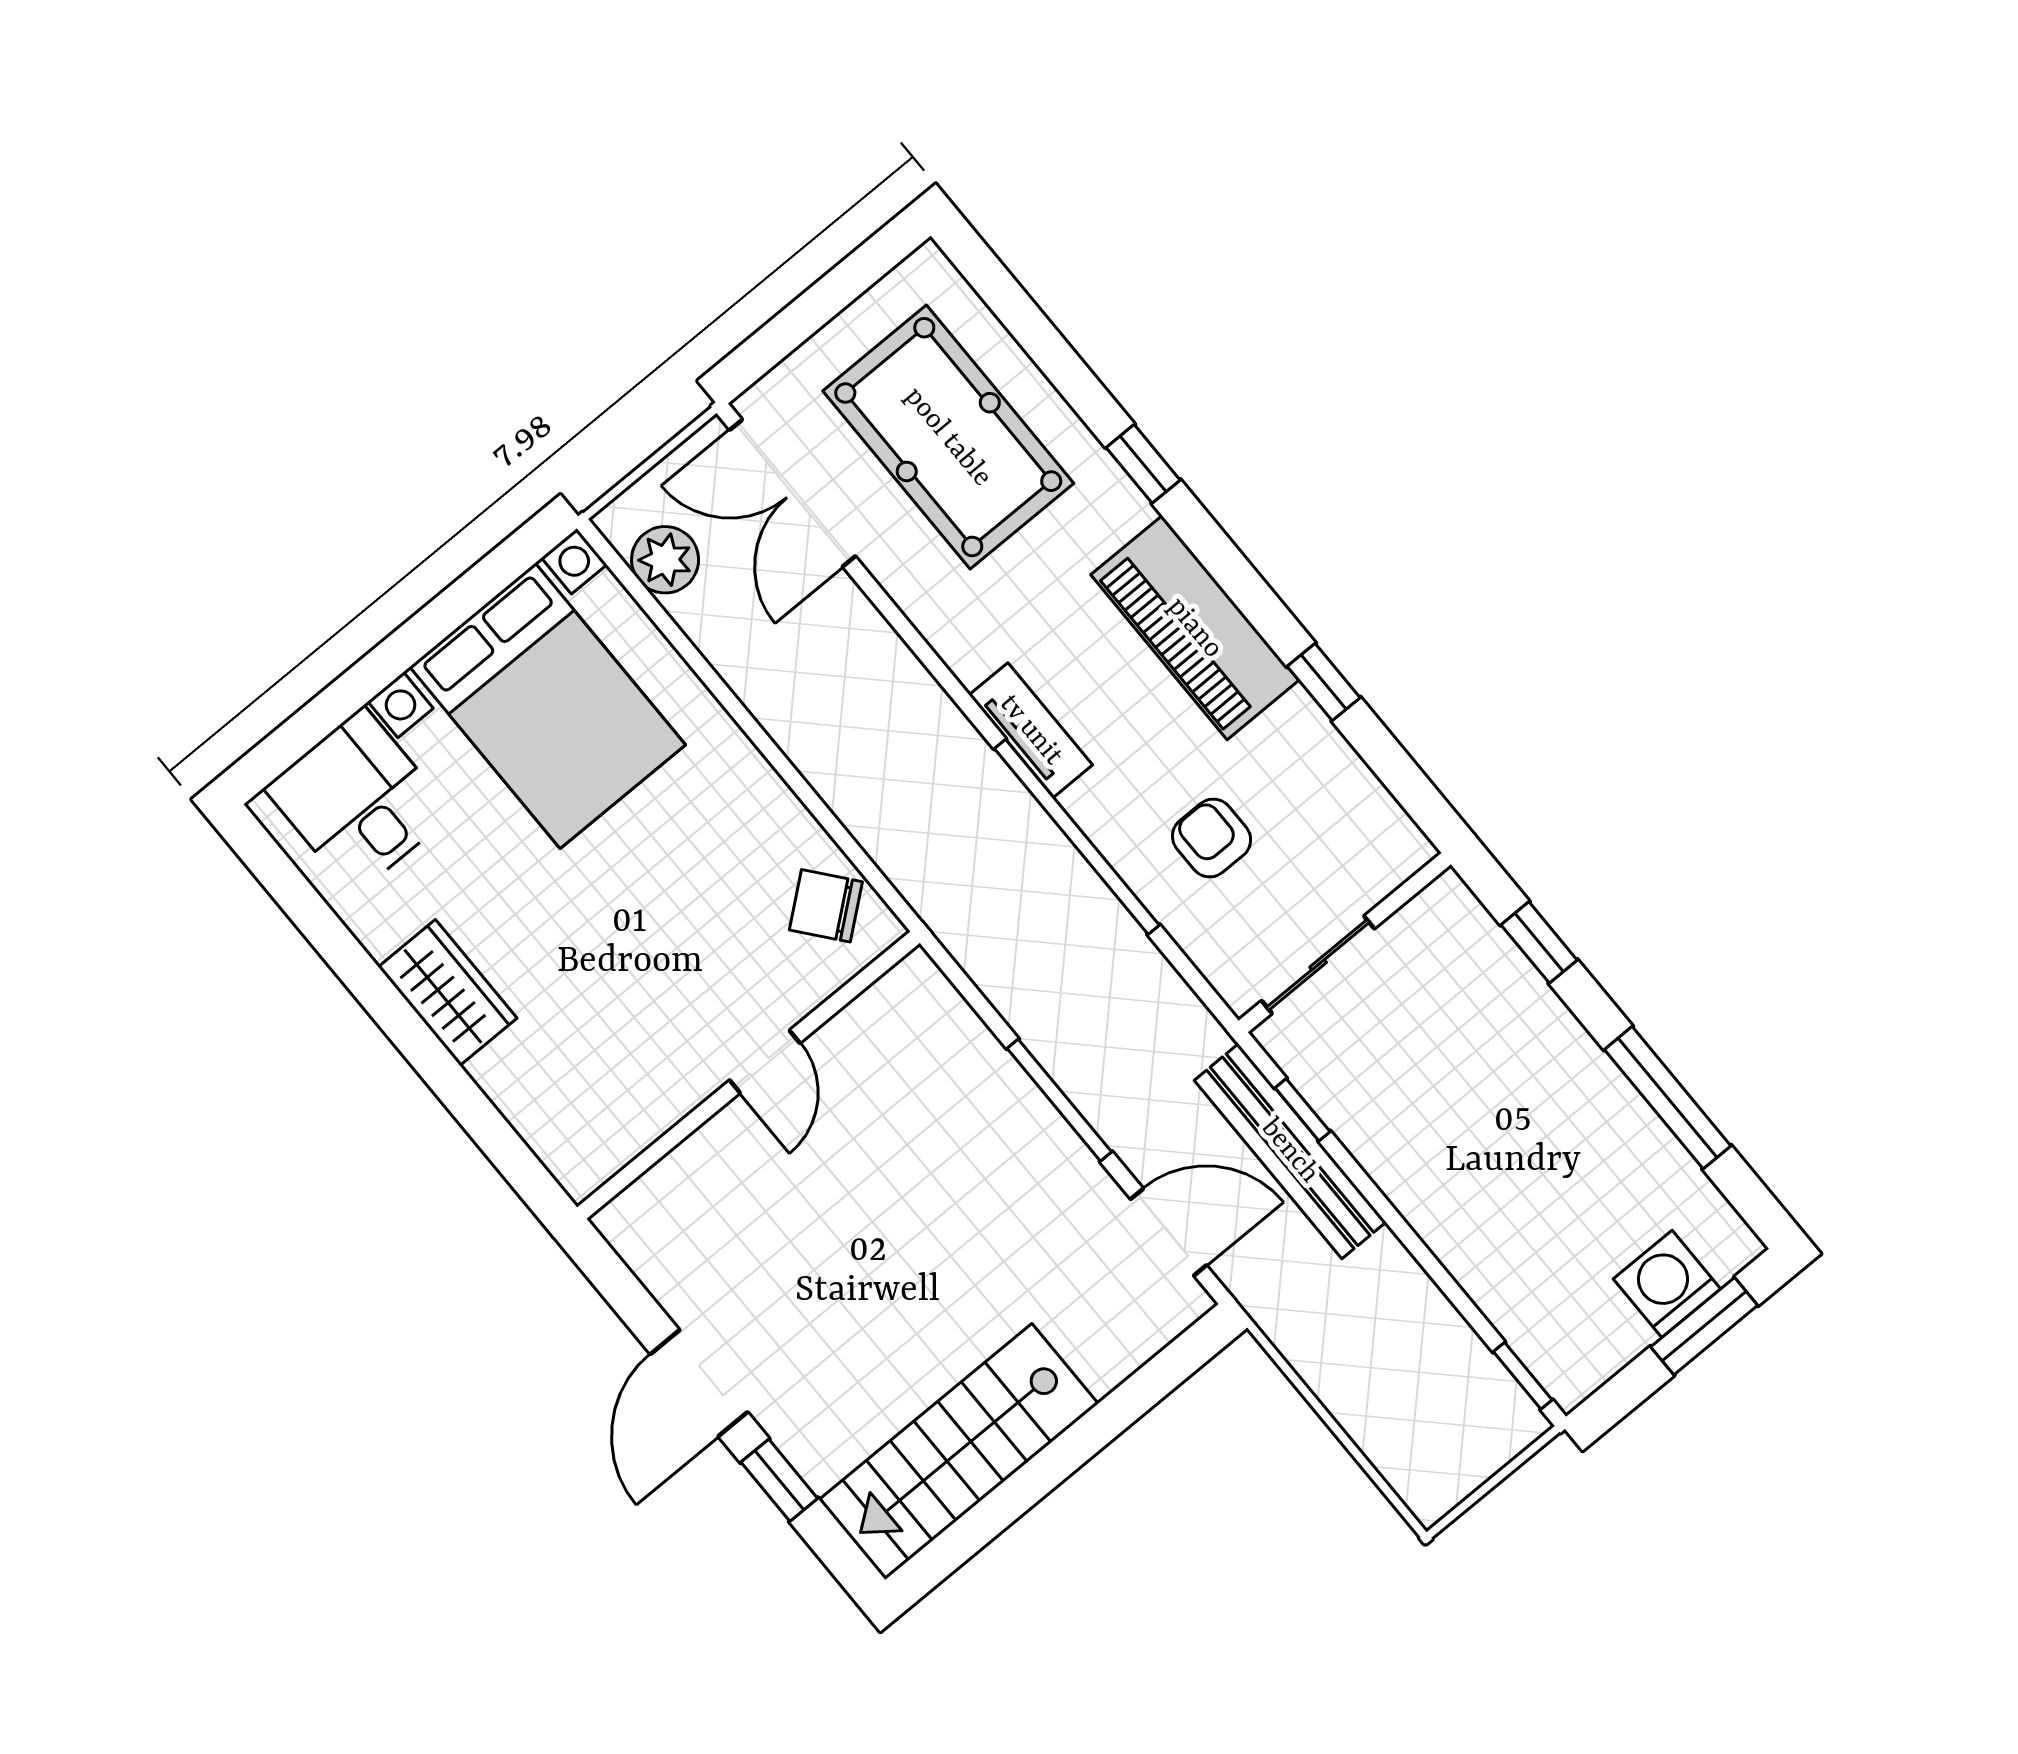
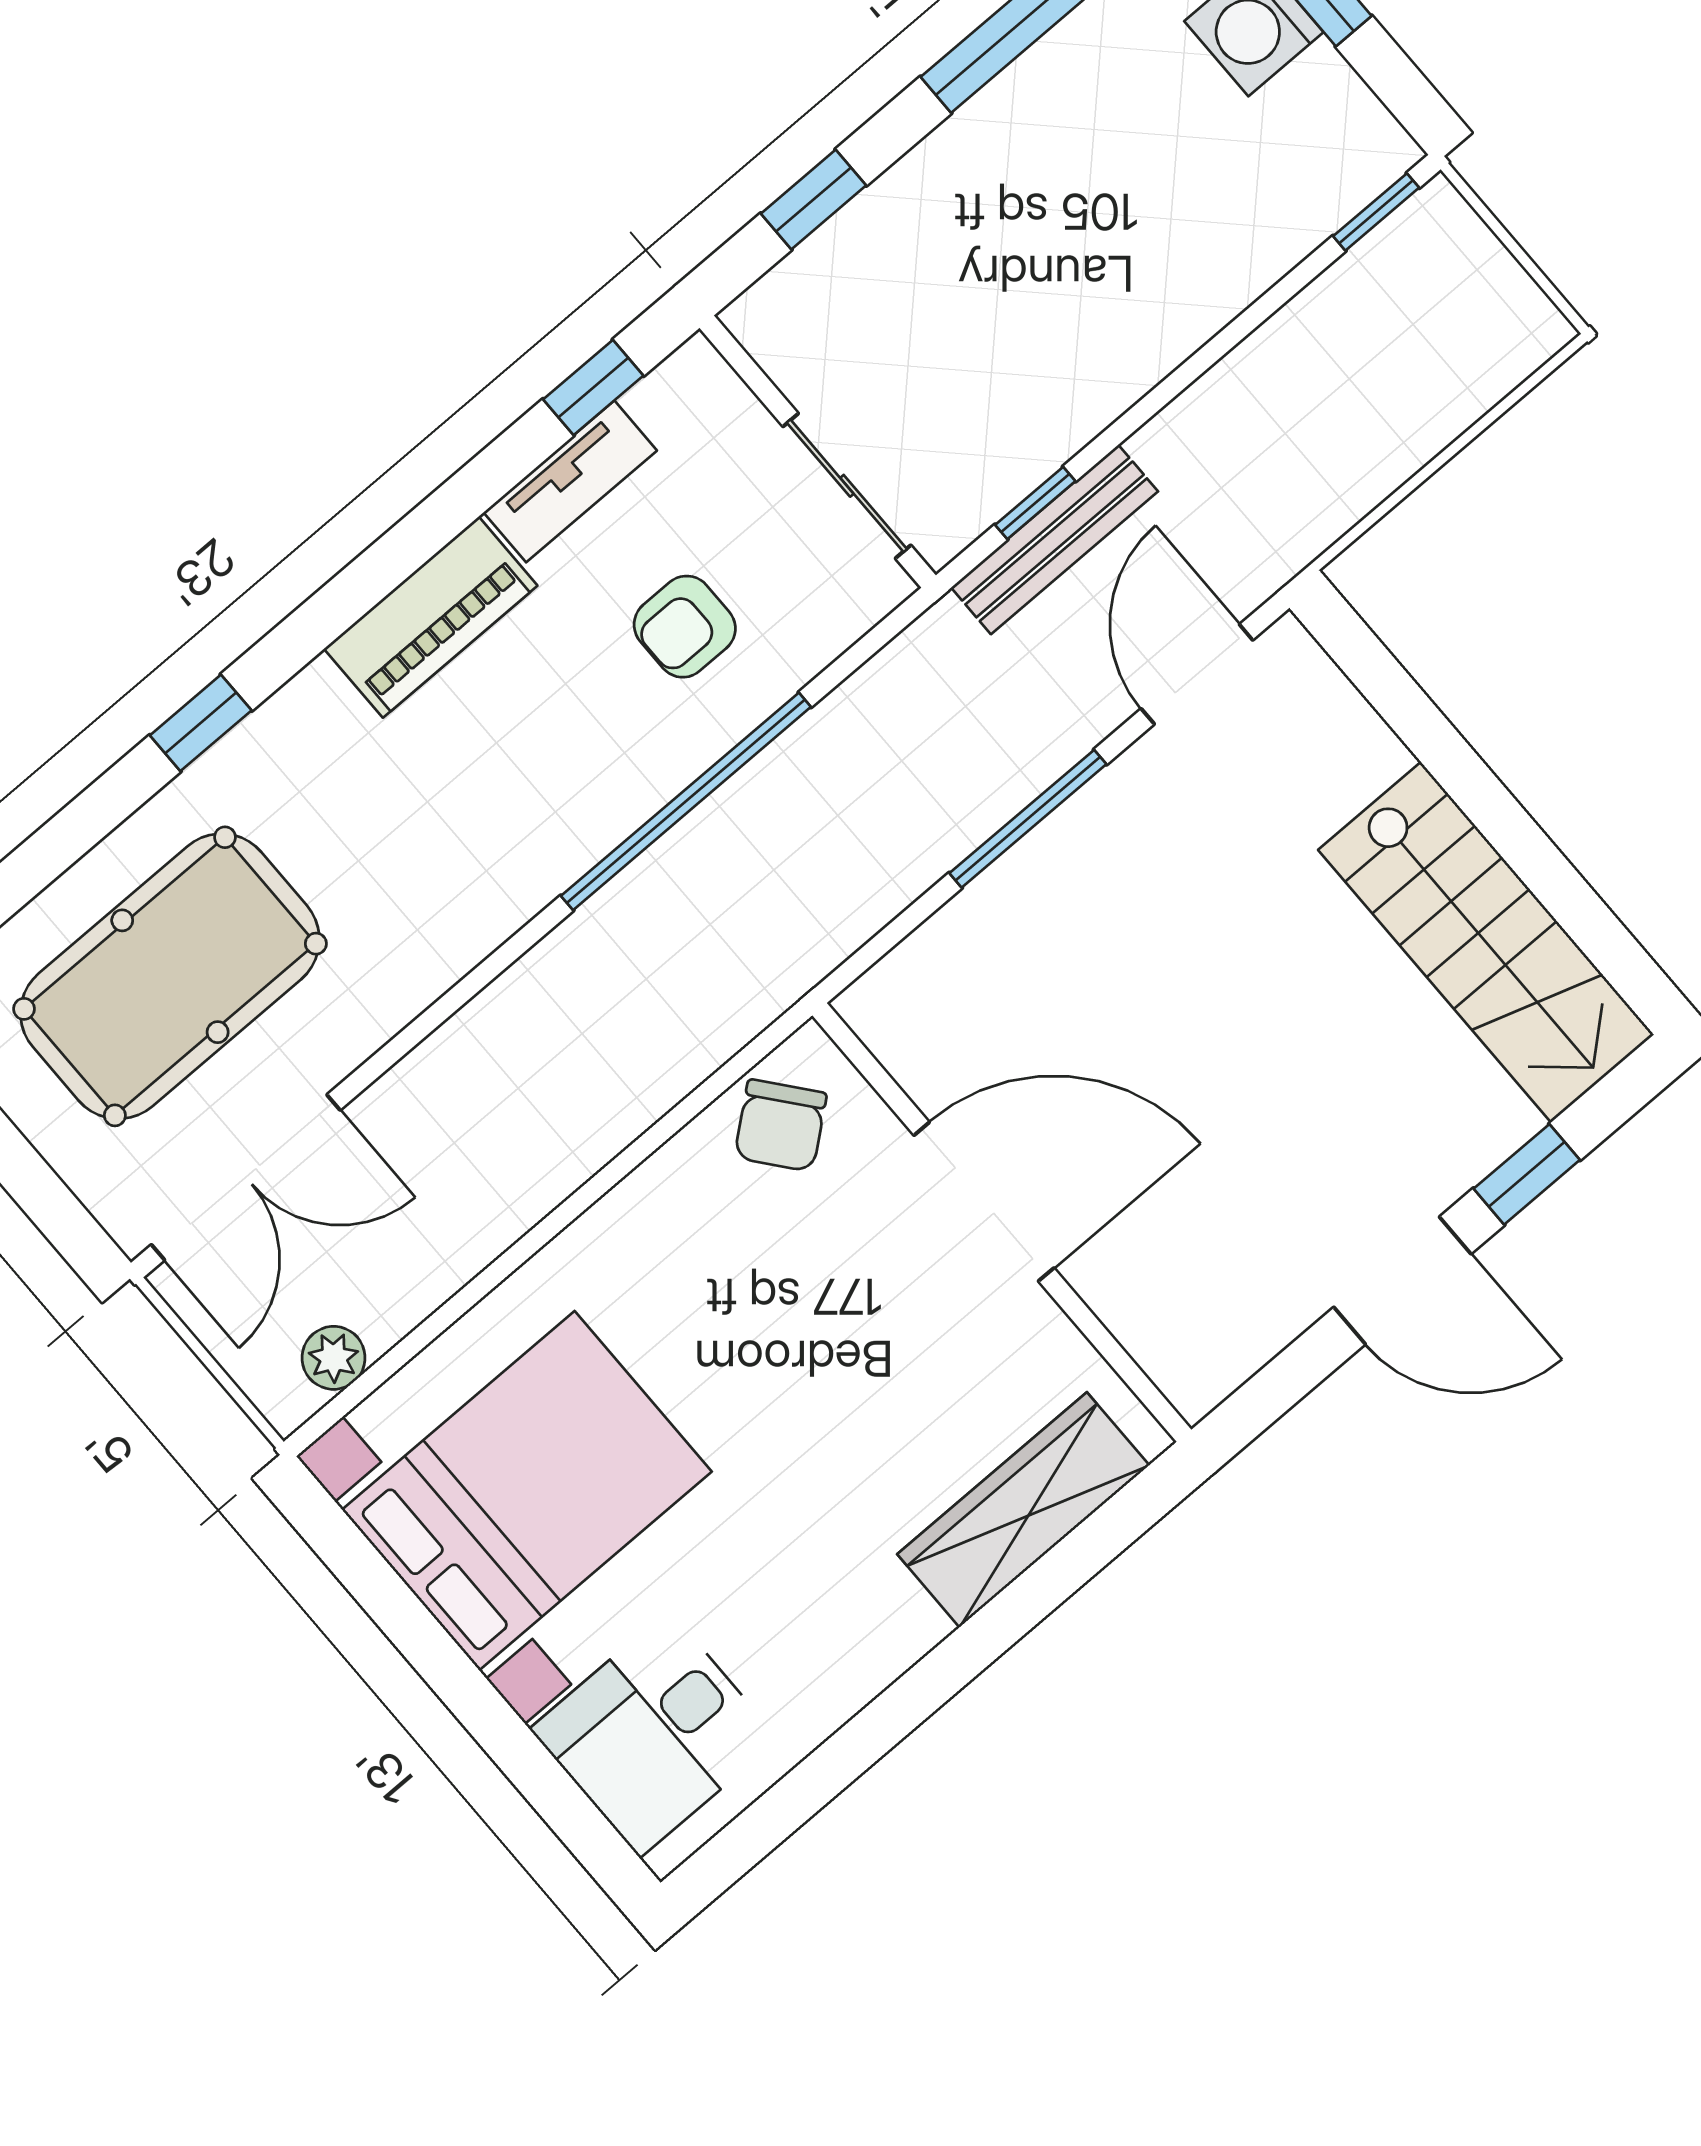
plant: (665, 560) -> (334, 1358), width x0.73, depth x0.73
piano: (1195, 628) -> (431, 617), width x0.73, depth x0.75
window: (1324, 682) -> (593, 388), moved
tv unit: (1031, 730) -> (570, 481), moved, turned 180
wardrobe: (448, 992) -> (1023, 1510), moved, width x1.50
door: (765, 1062) -> (984, 1202), width x1.87
bench: (1290, 1151) -> (1055, 539), width x0.73, depth x0.82

